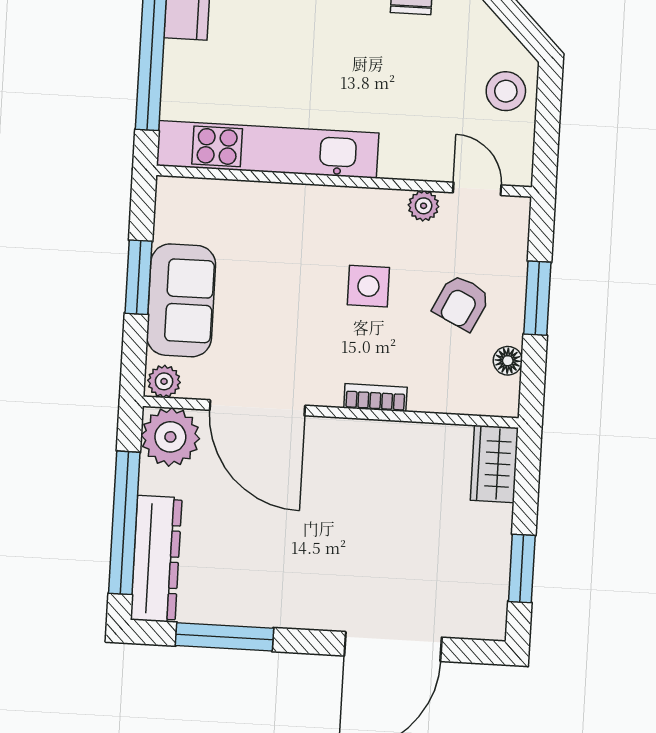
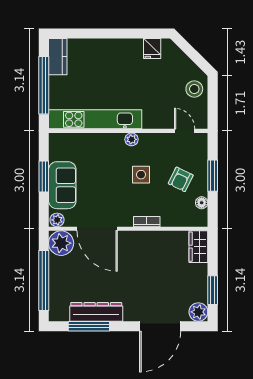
plant: (424, 206) -> (132, 139), moved
dresser: (156, 559) -> (96, 312), moved, turned -90
plant: (485, 618) -> (198, 312), added

